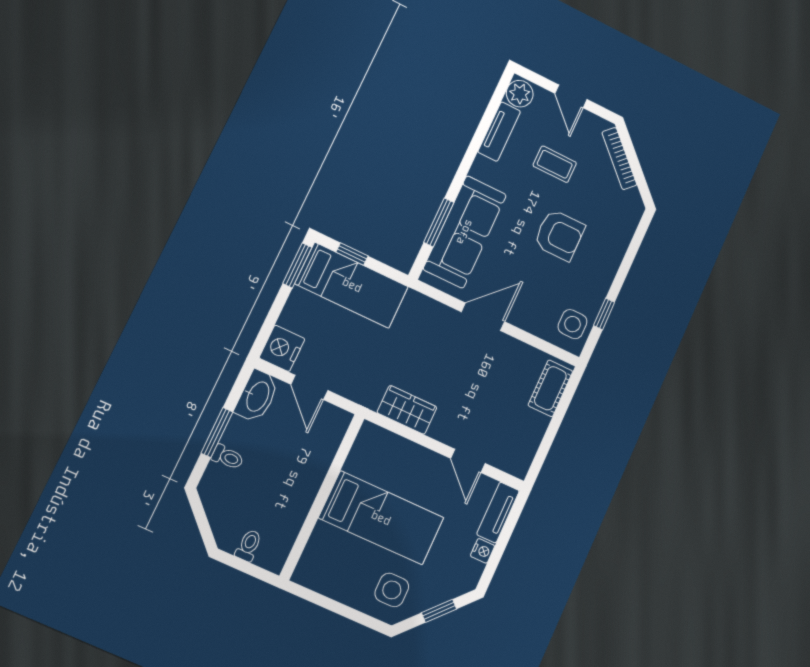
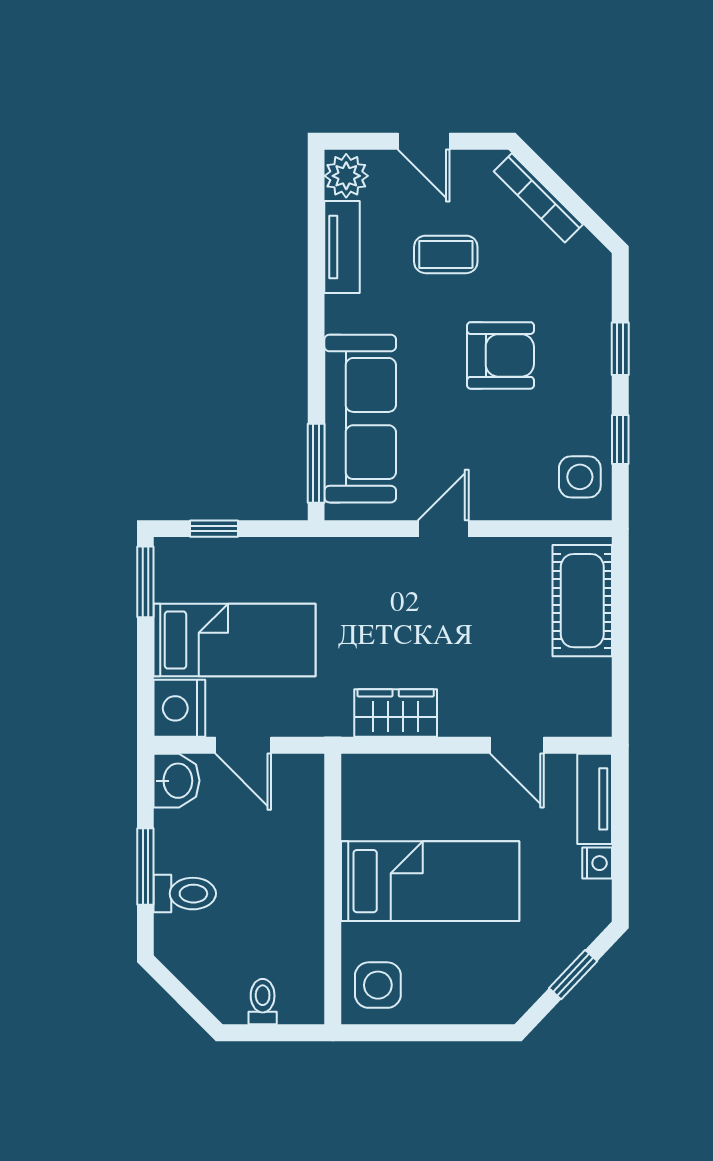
window: (439, 222) -> (316, 463), moved
window: (627, 263) -> (620, 349), added
bed: (352, 285) -> (234, 640), moved
door: (483, 317) -> (443, 529), width x0.73
cot: (550, 388) -> (582, 601), width x1.37, depth x1.34
washbasin: (257, 396) -> (177, 781), width x0.72
toilet: (228, 457) -> (185, 894), width x1.37, depth x1.39
side table: (392, 590) -> (378, 985), moved

